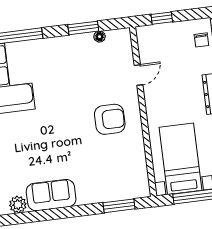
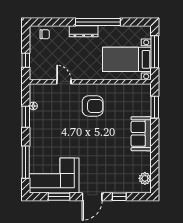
armchair: (110, 119) -> (93, 106), turned 90
sofa: (51, 195) -> (141, 134), moved

